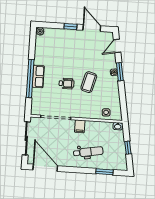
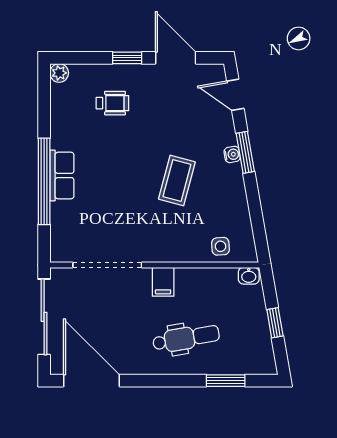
door: (117, 46) -> (235, 95), hinge flipped
wheelchair: (67, 84) -> (112, 103), moved

